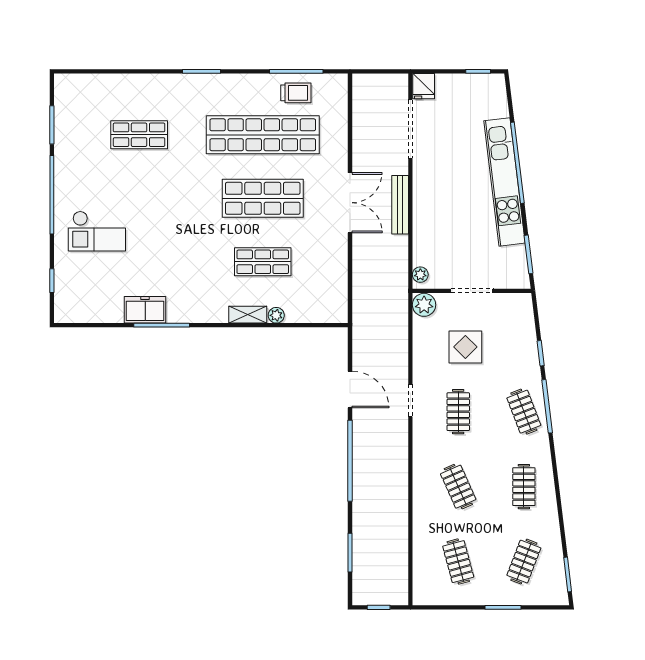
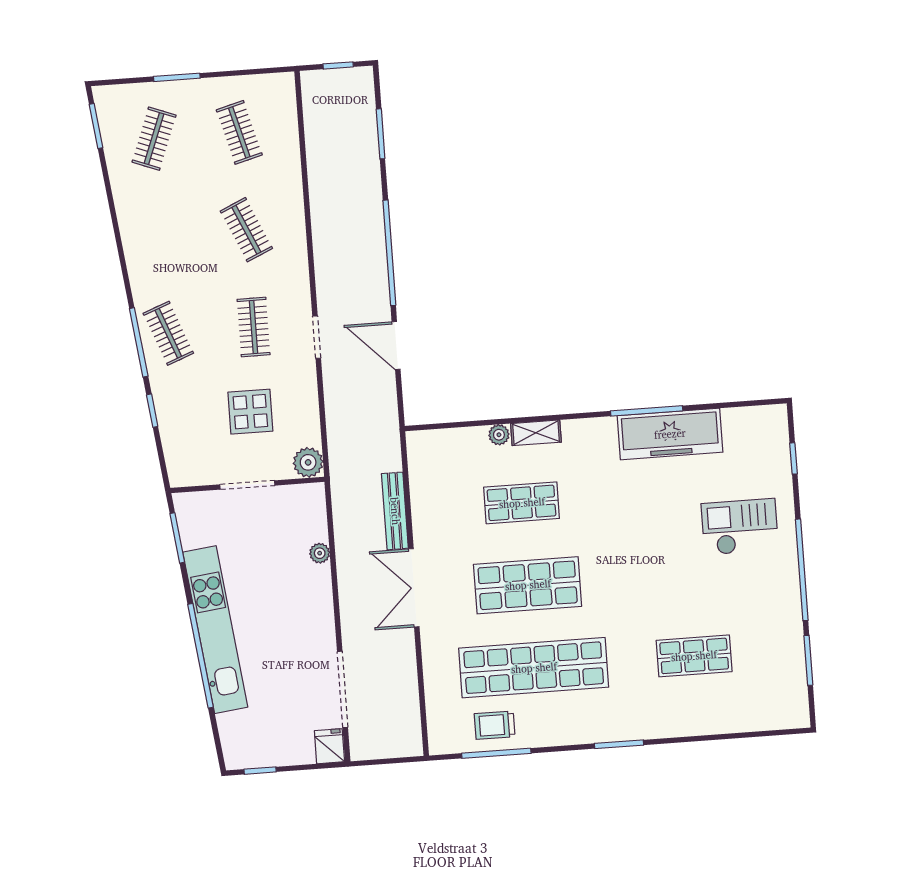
bench: (400, 205) -> (395, 511), moved
plant: (420, 275) -> (320, 553), moved
freezer: (145, 310) -> (670, 434), width x1.91, depth x1.26
clothes rail: (524, 487) -> (161, 236), removed

